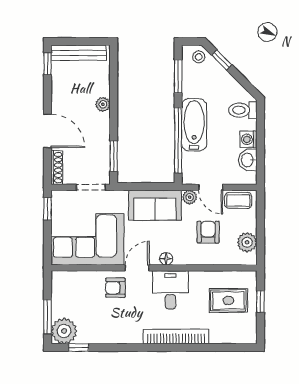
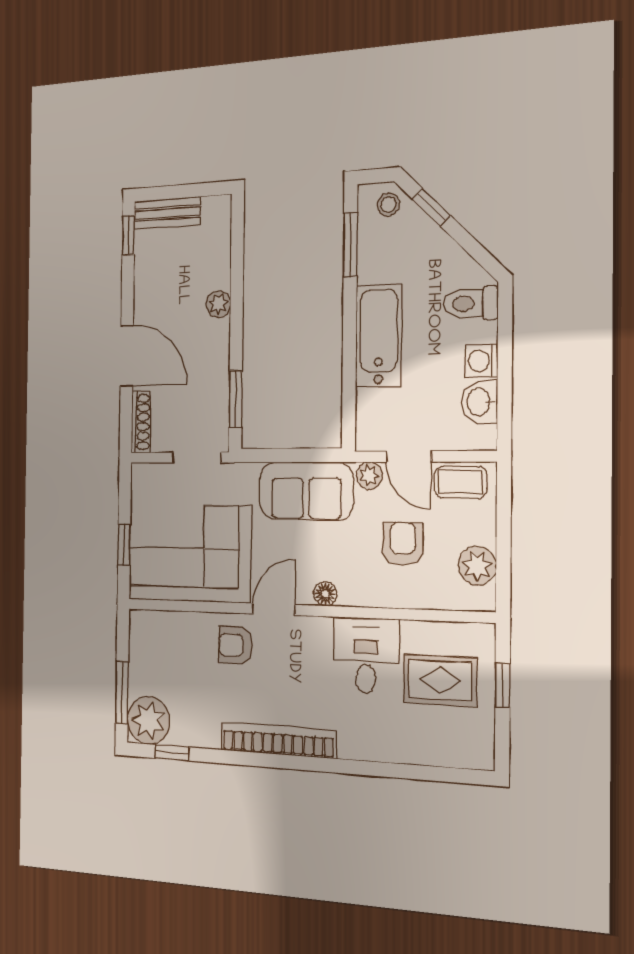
bench: (79, 53) -> (167, 213), width x0.73
window: (178, 140) -> (349, 367), removed
window: (47, 209) -> (124, 544), moved
desk: (170, 290) -> (366, 656), moved
bookcase: (176, 337) -> (278, 740), moved

